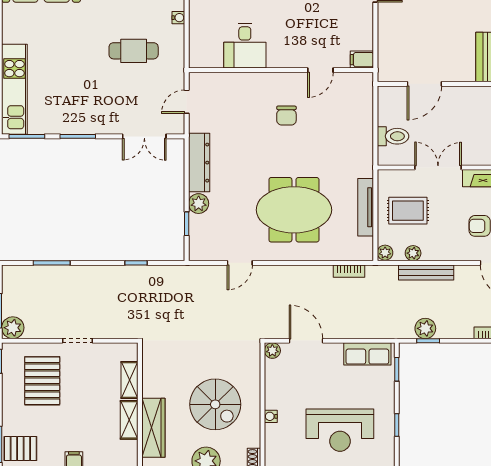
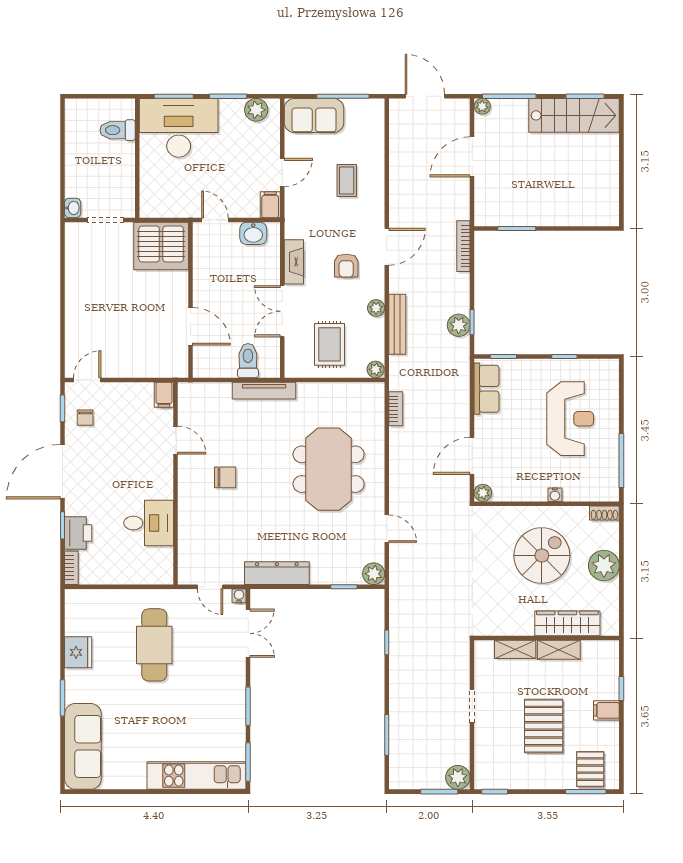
water cooler: (178, 18) -> (239, 596), moved
cafe table: (134, 51) -> (154, 645), width x1.37, depth x1.35
plant: (199, 204) -> (374, 574), moved
tv unit: (366, 207) -> (264, 391), moved
plant: (413, 253) -> (376, 308), moved
pallet: (42, 381) -> (544, 726), moved, turned 90

